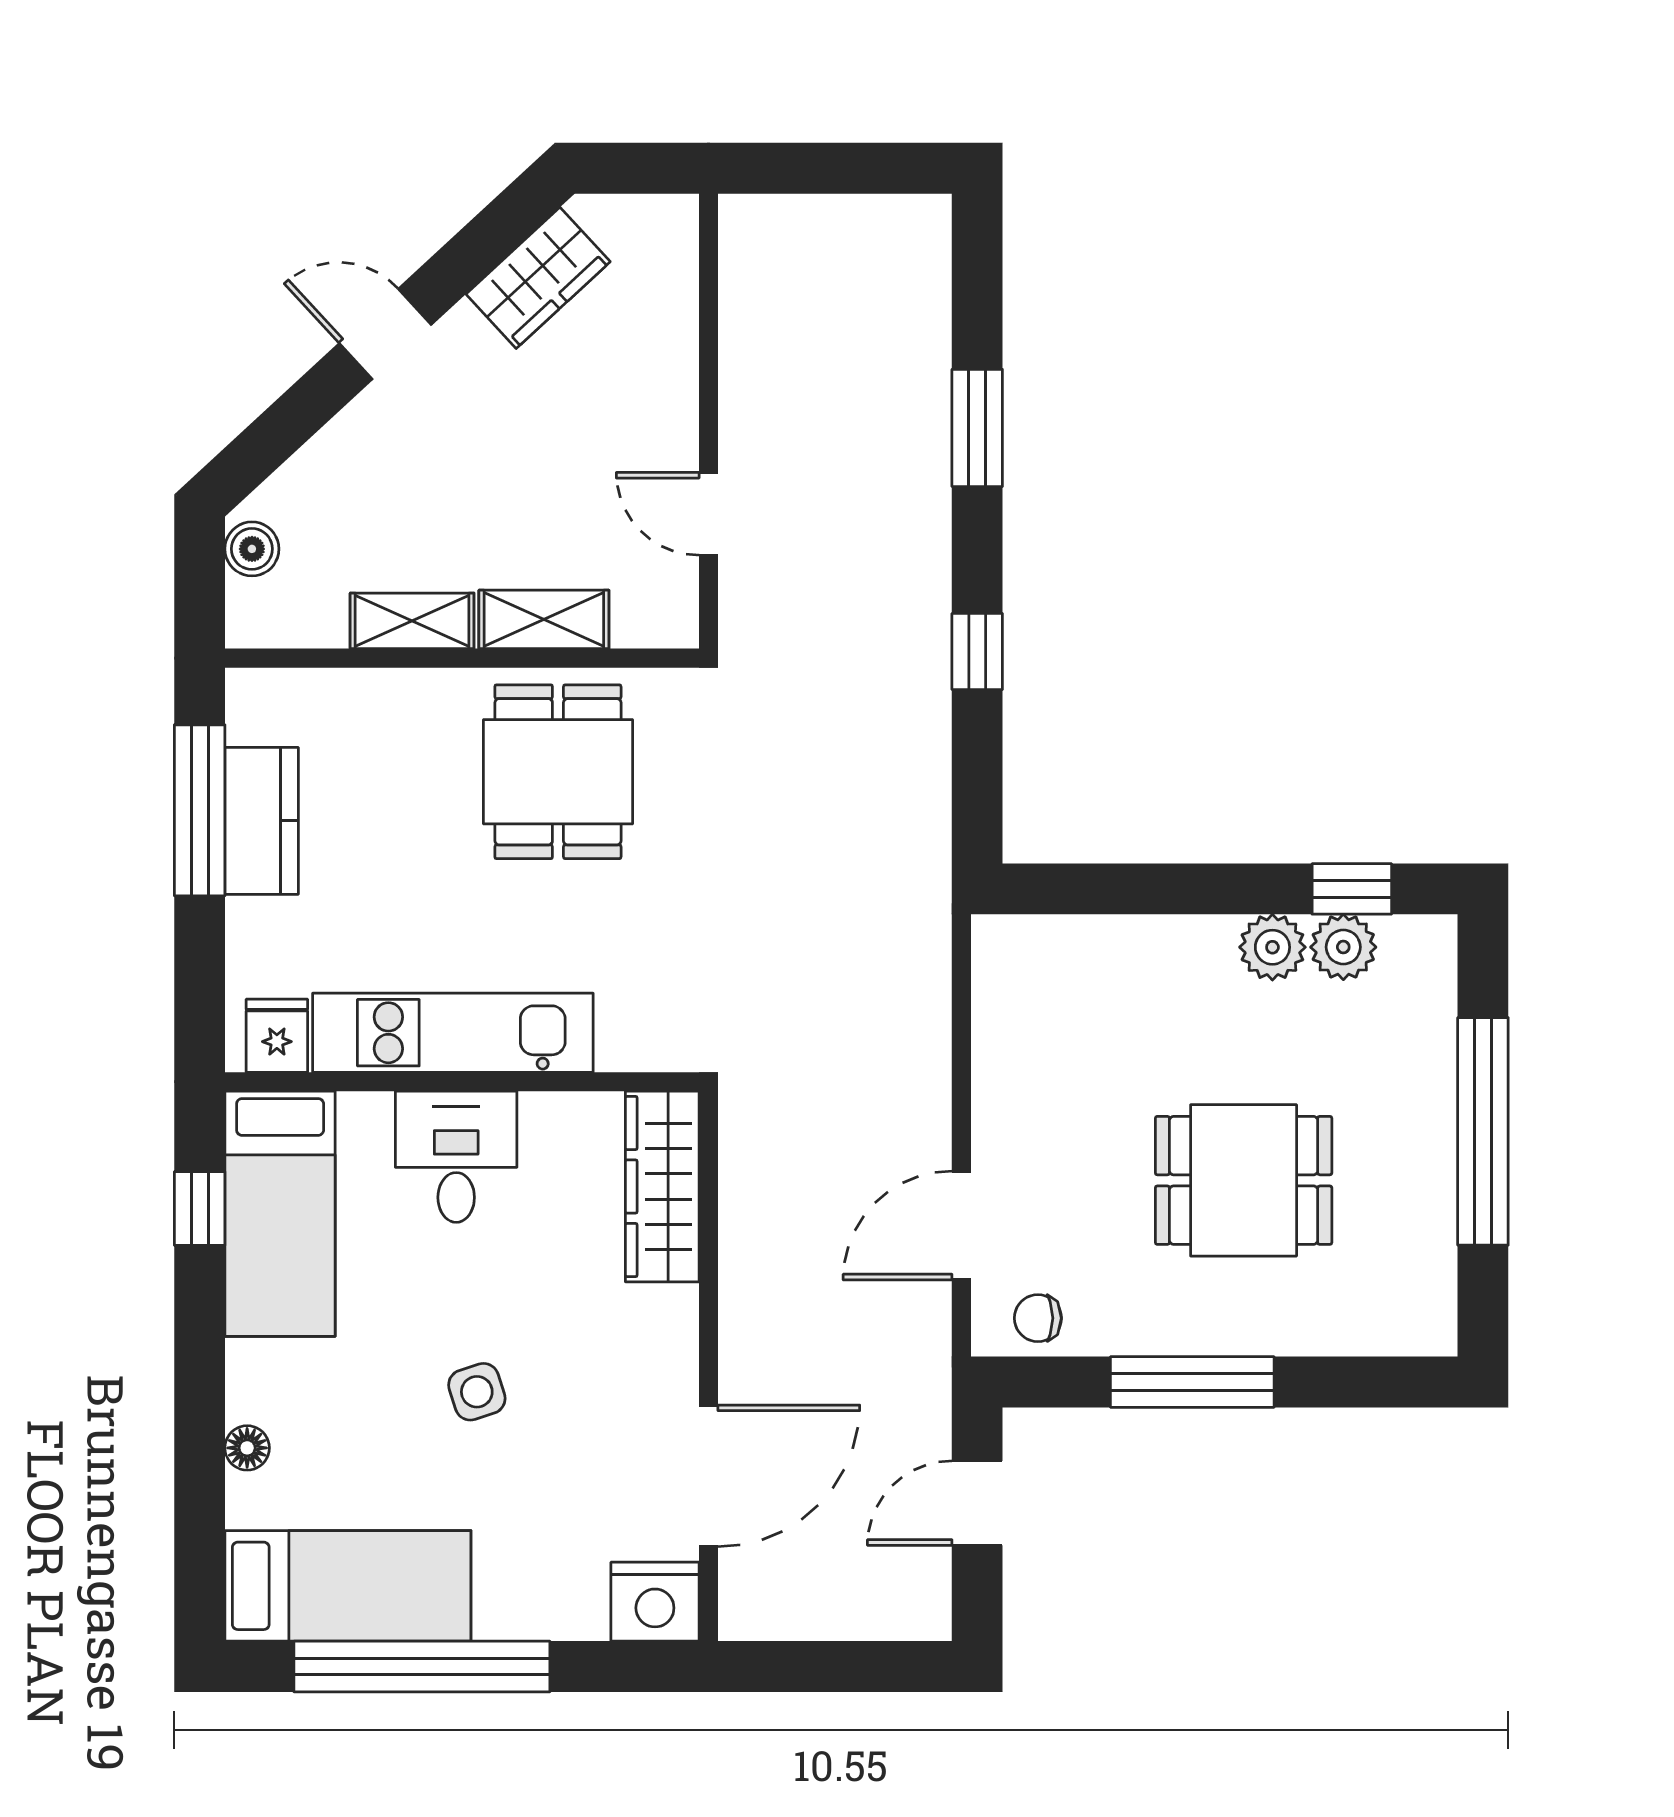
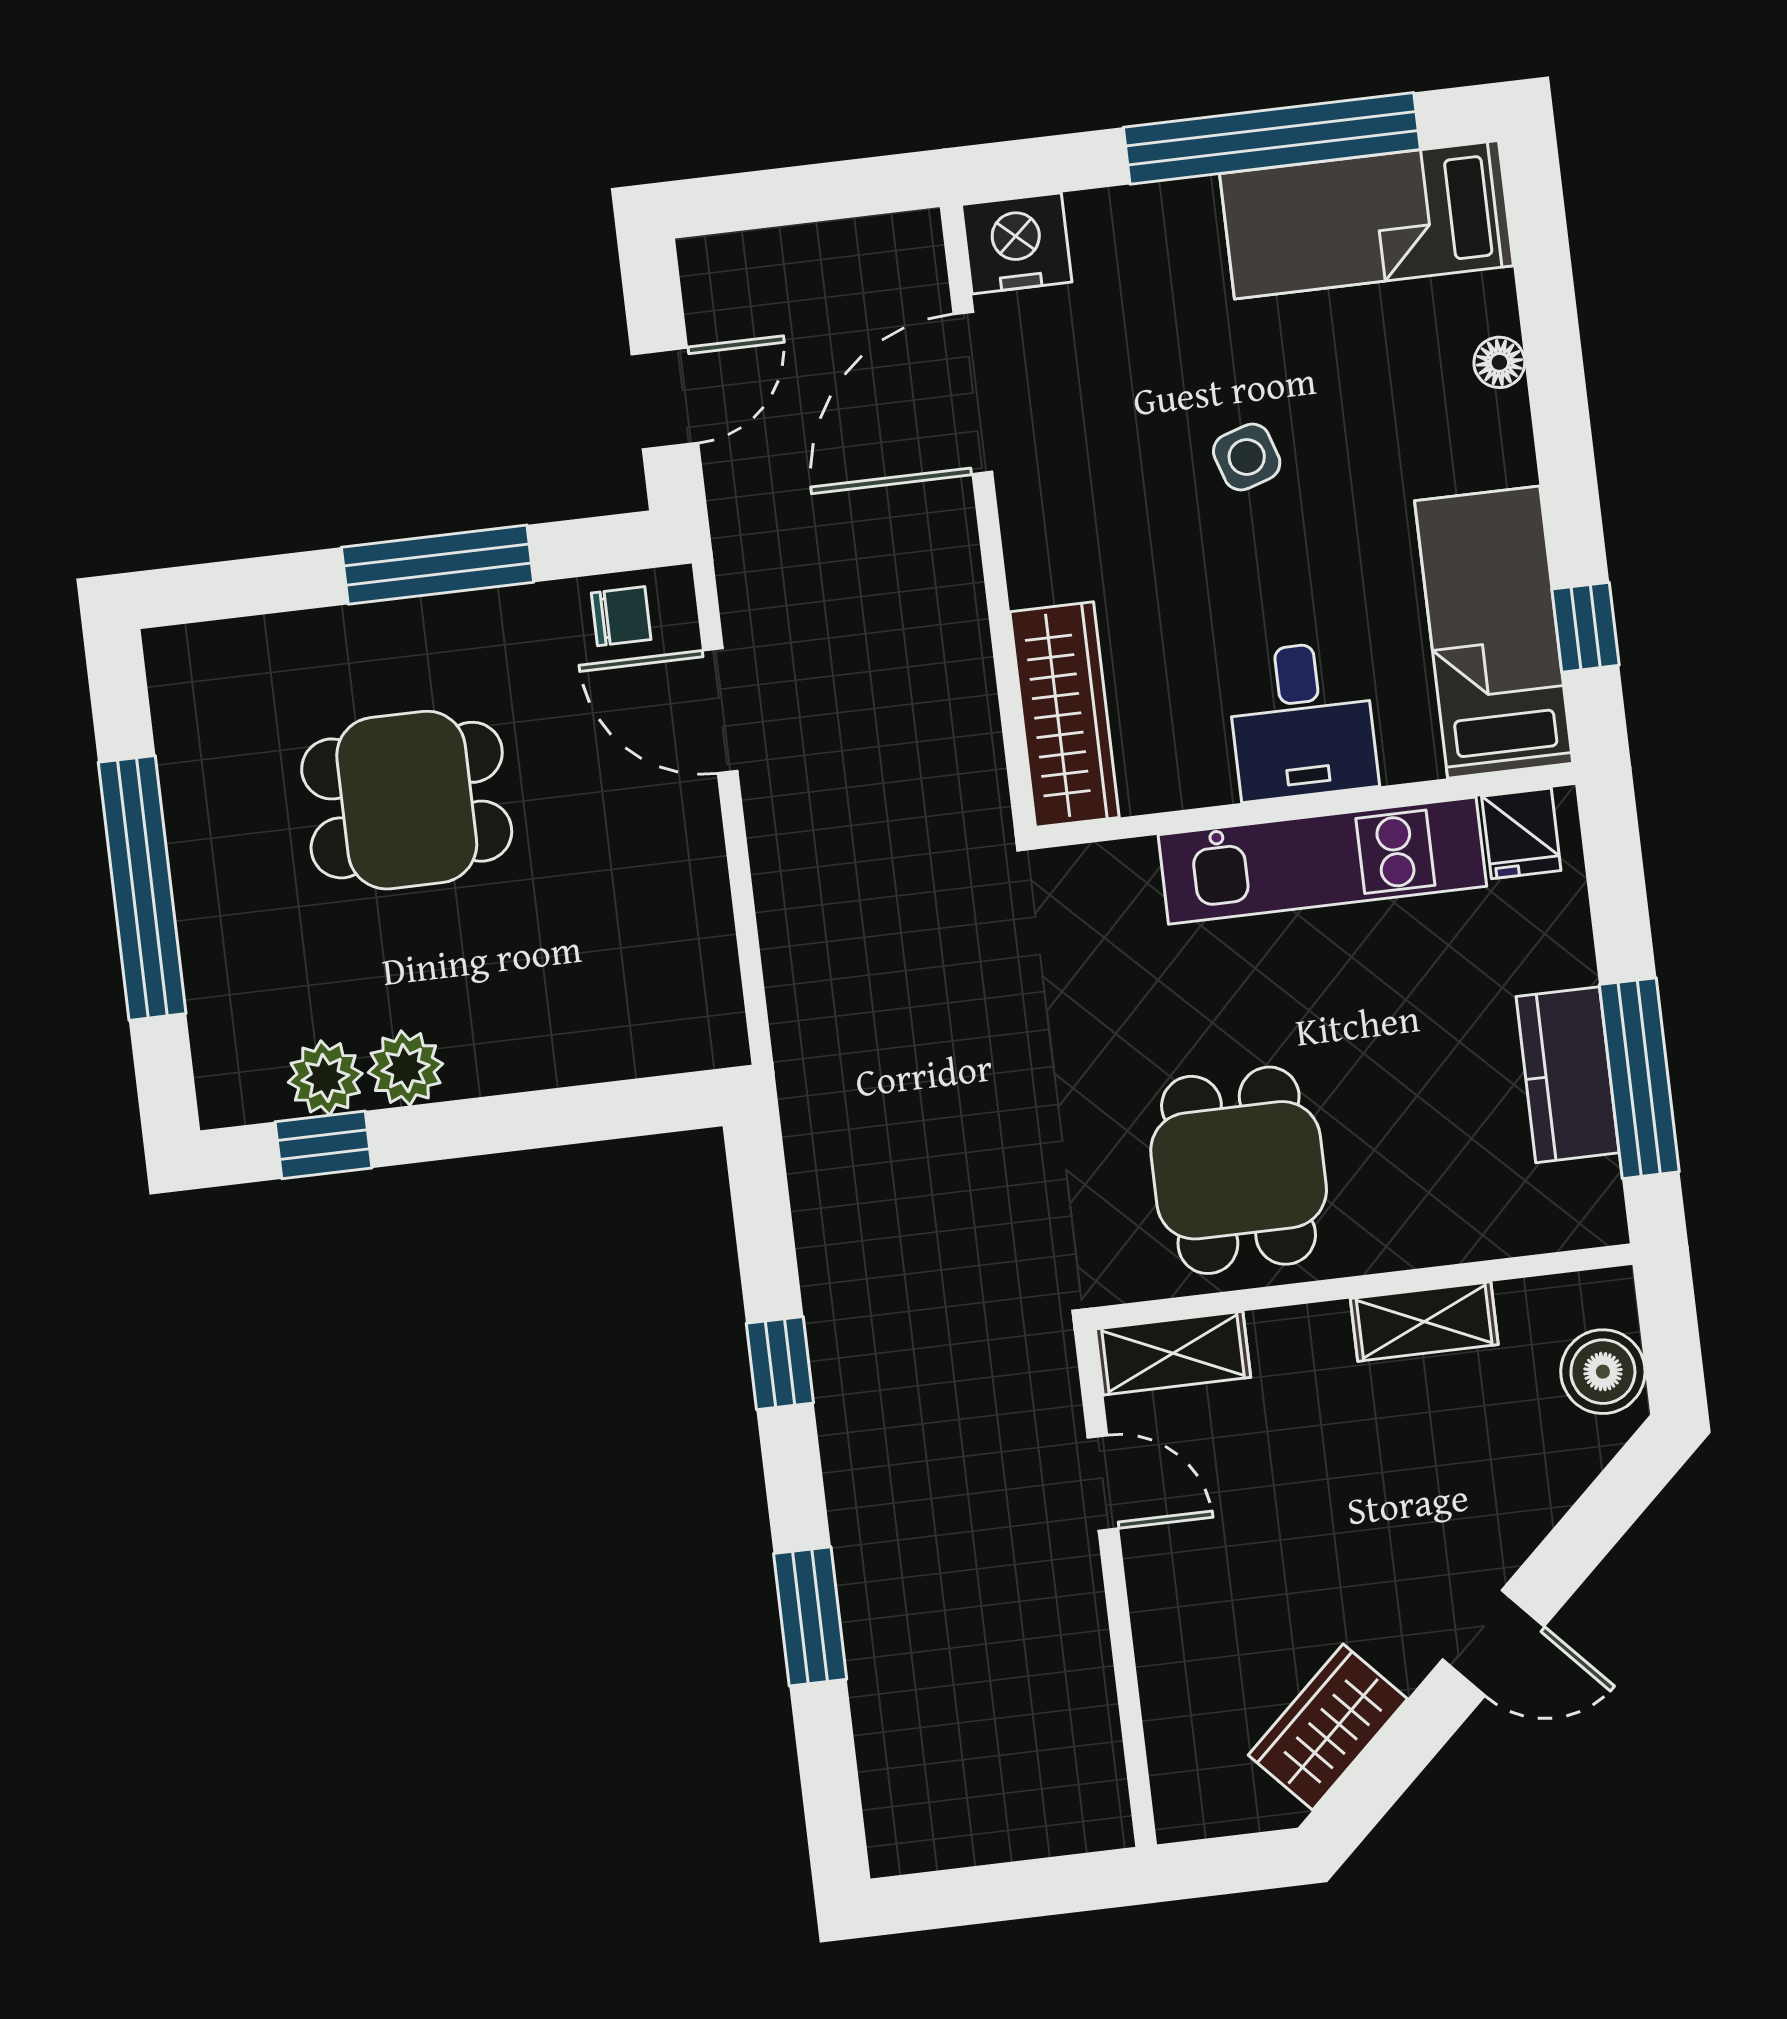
boiler: (252, 549) -> (1603, 1372), width x1.36, depth x1.36
shelving: (544, 619) -> (1173, 1353), moved
door: (961, 1226) -> (720, 711), swing flipped

